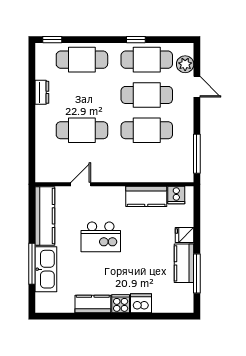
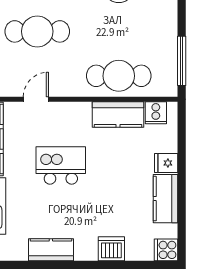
cafe table: (147, 130) -> (119, 76), moved
kitchen island: (101, 237) -> (61, 165), turned 180
window: (197, 273) -> (182, 211), removed
cooker: (121, 304) -> (166, 250), moved, turned -90

